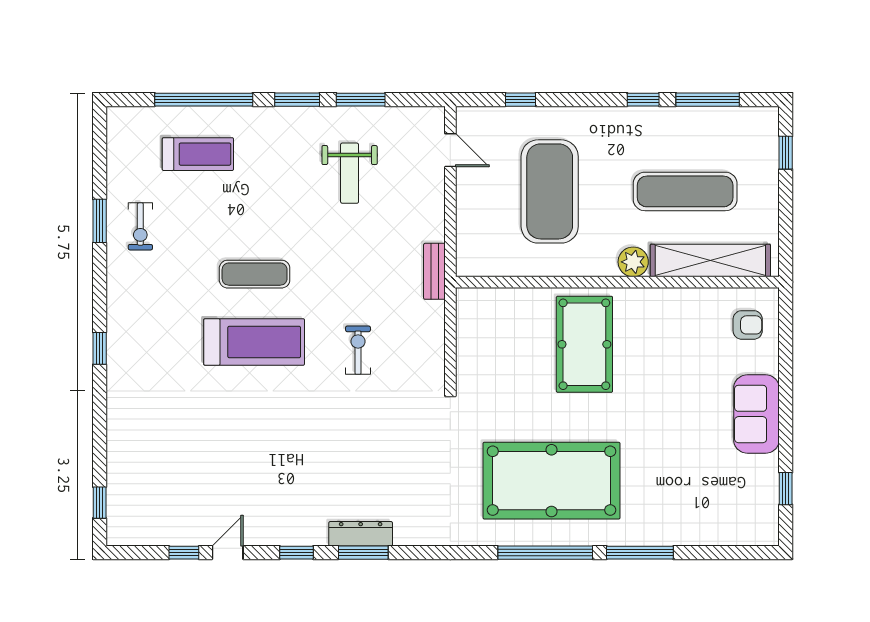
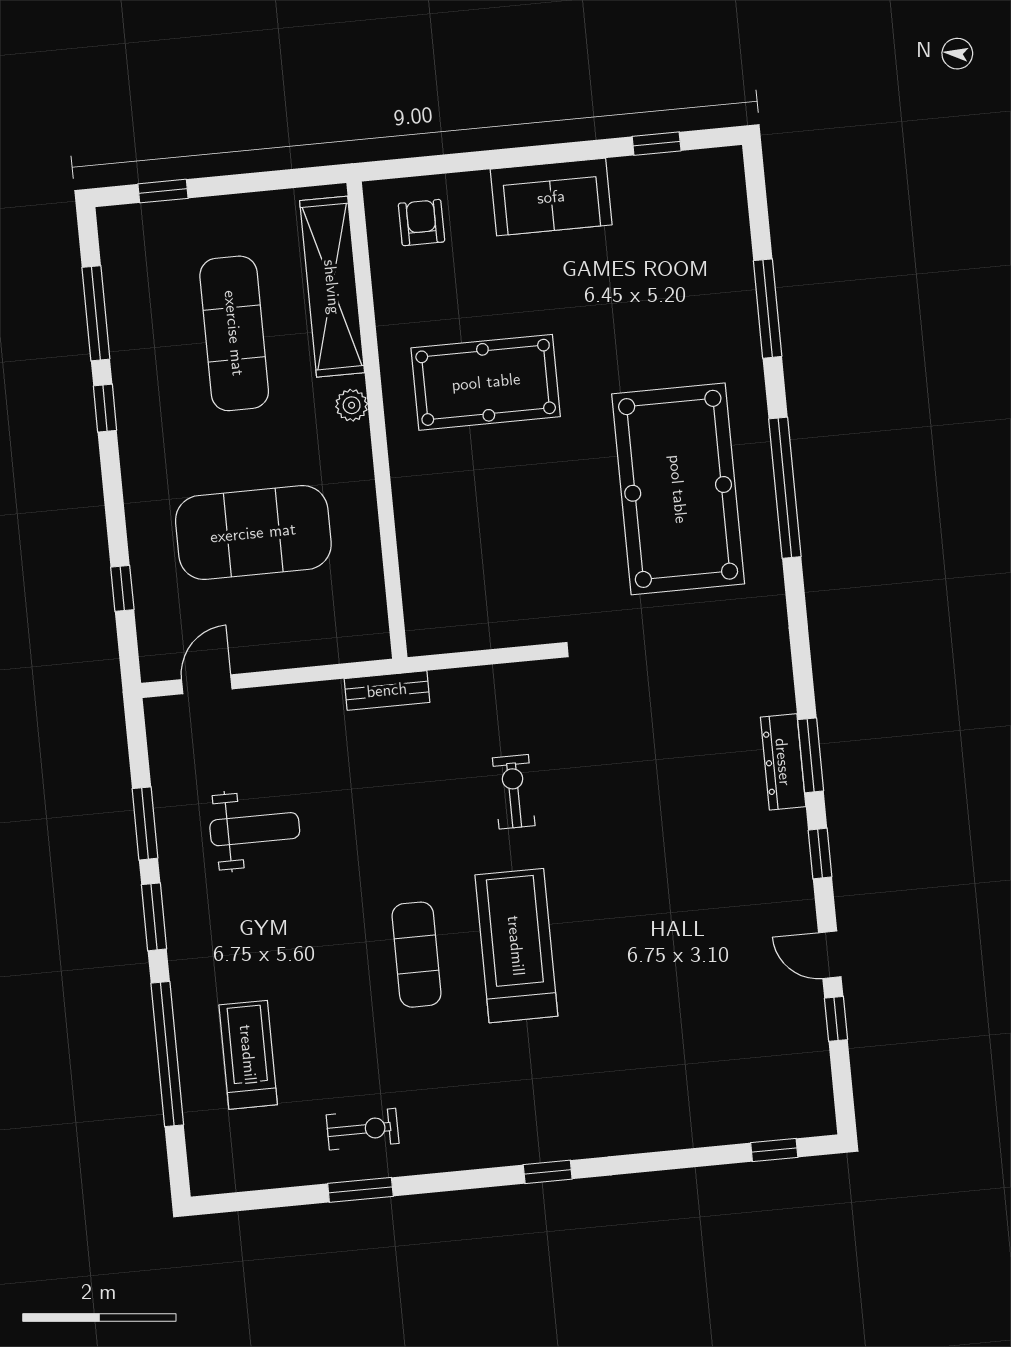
plant: (633, 262) -> (352, 405), width x0.73, depth x0.73
pool table: (584, 344) -> (486, 382), moved
exercise bike: (358, 350) -> (514, 792), turned 90
window: (640, 553) -> (768, 309), moved

